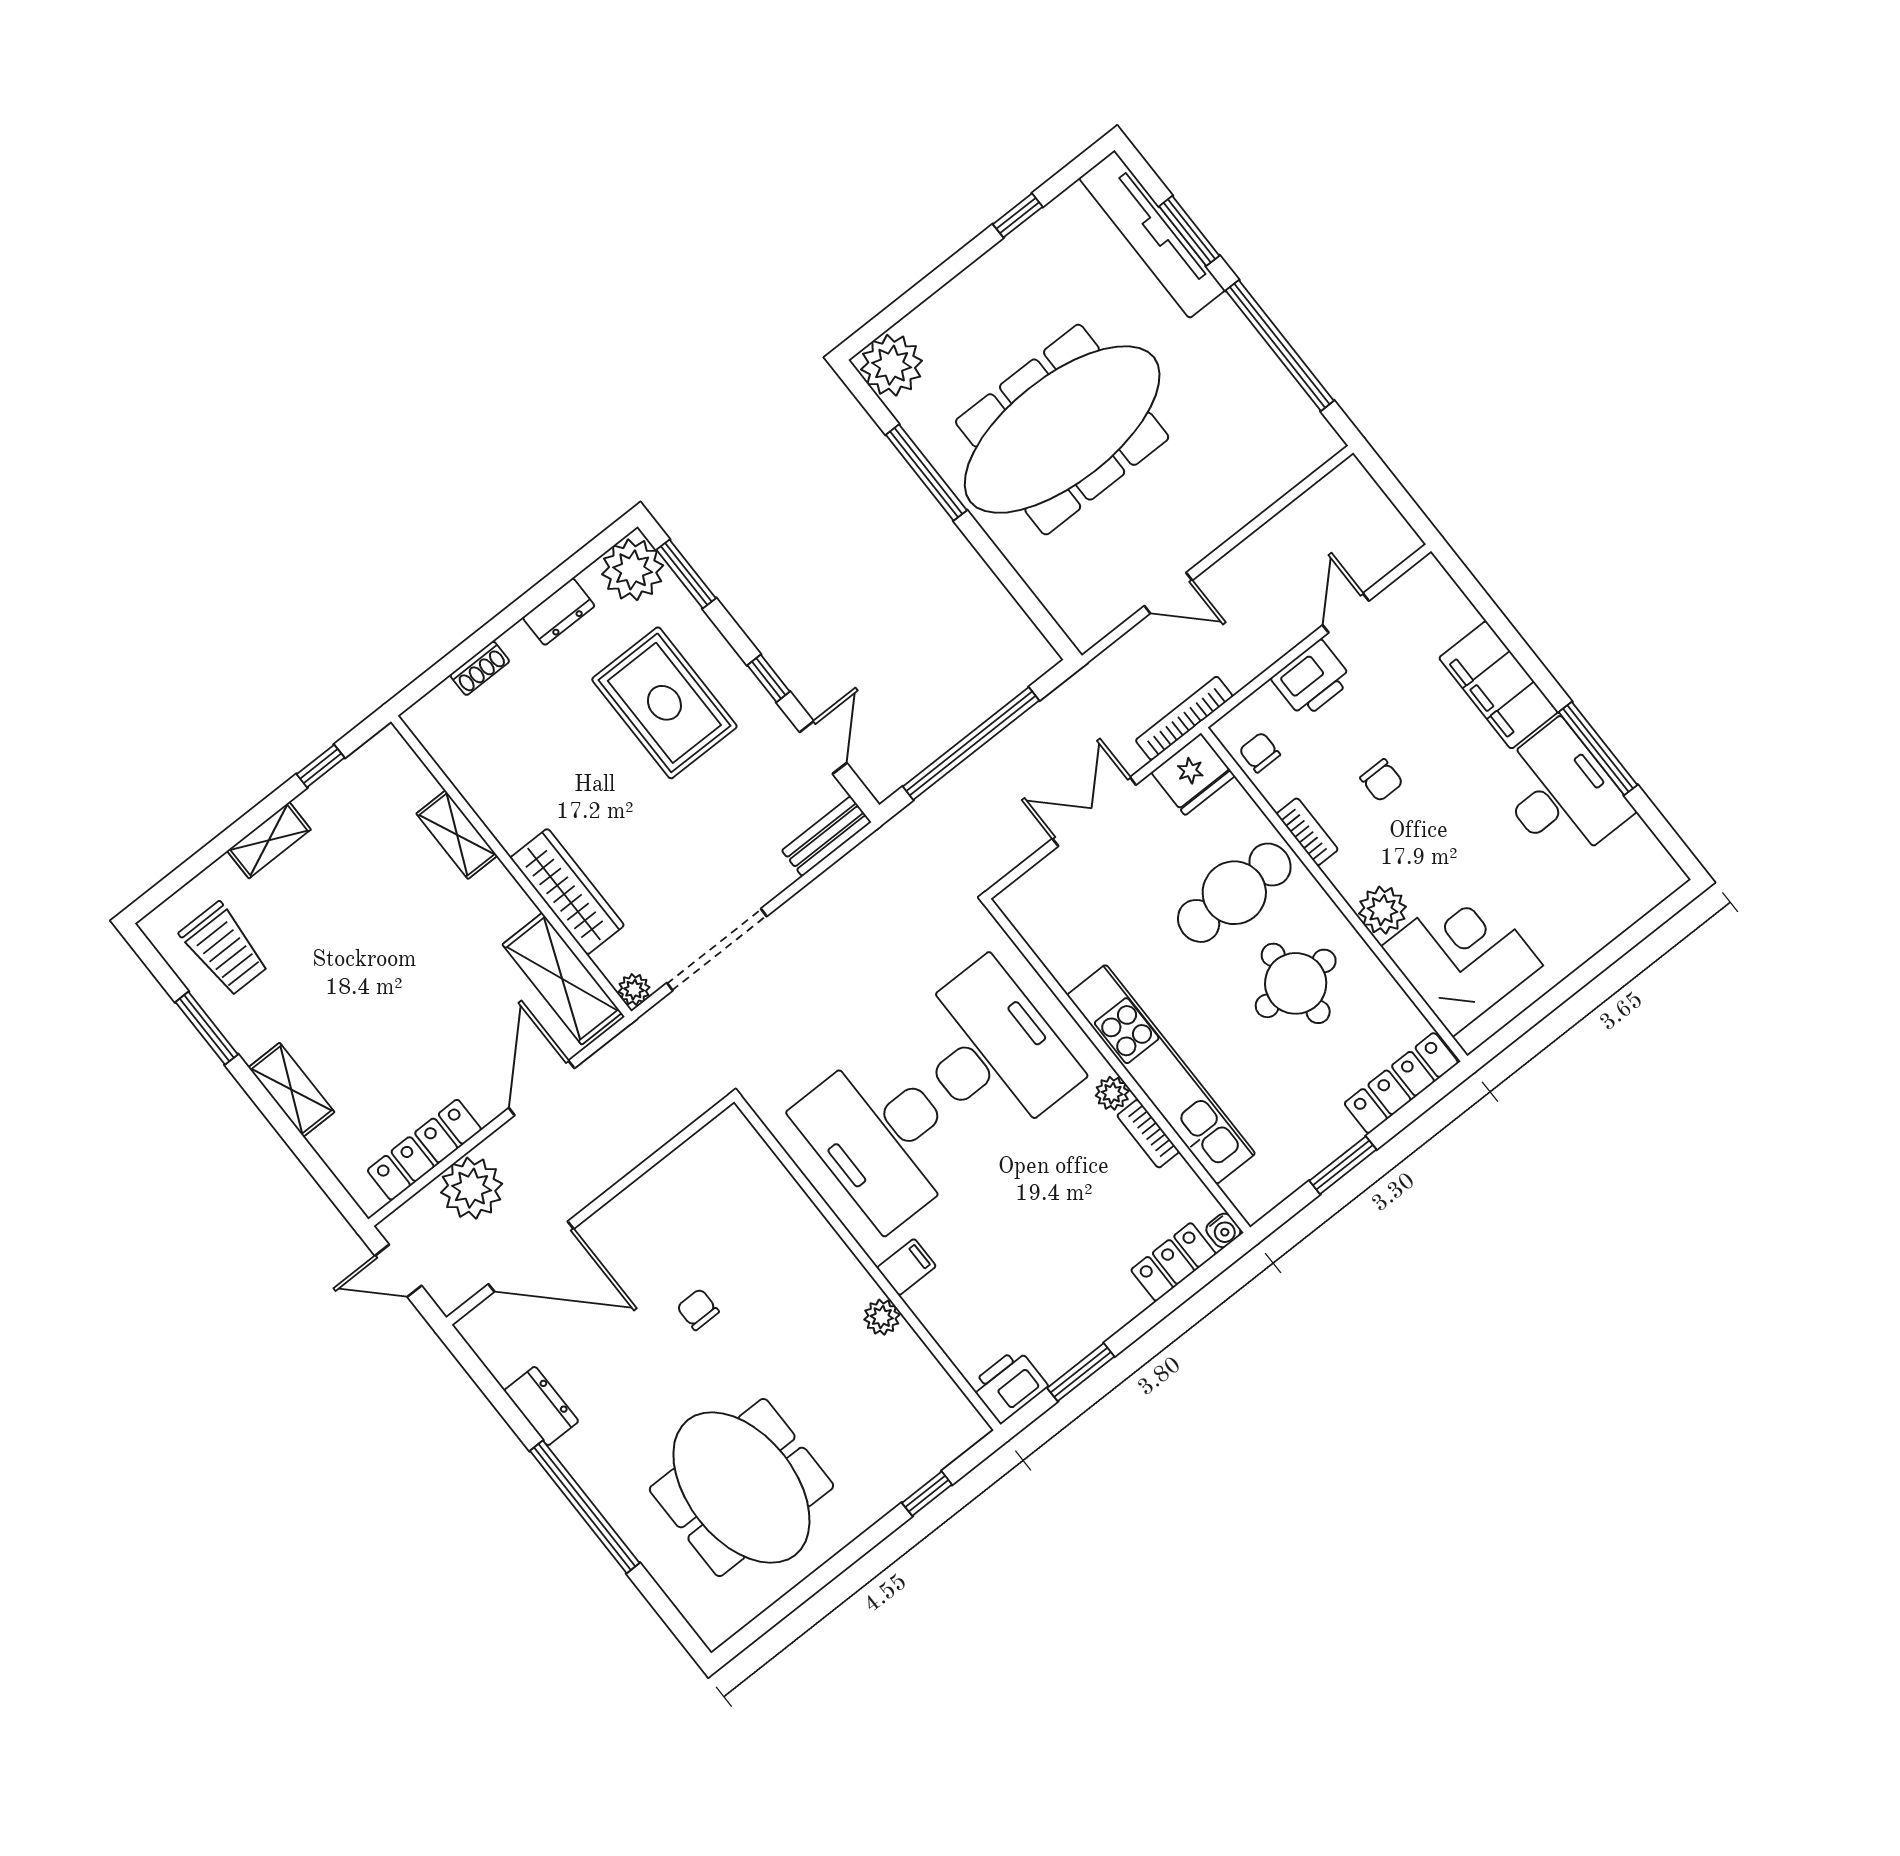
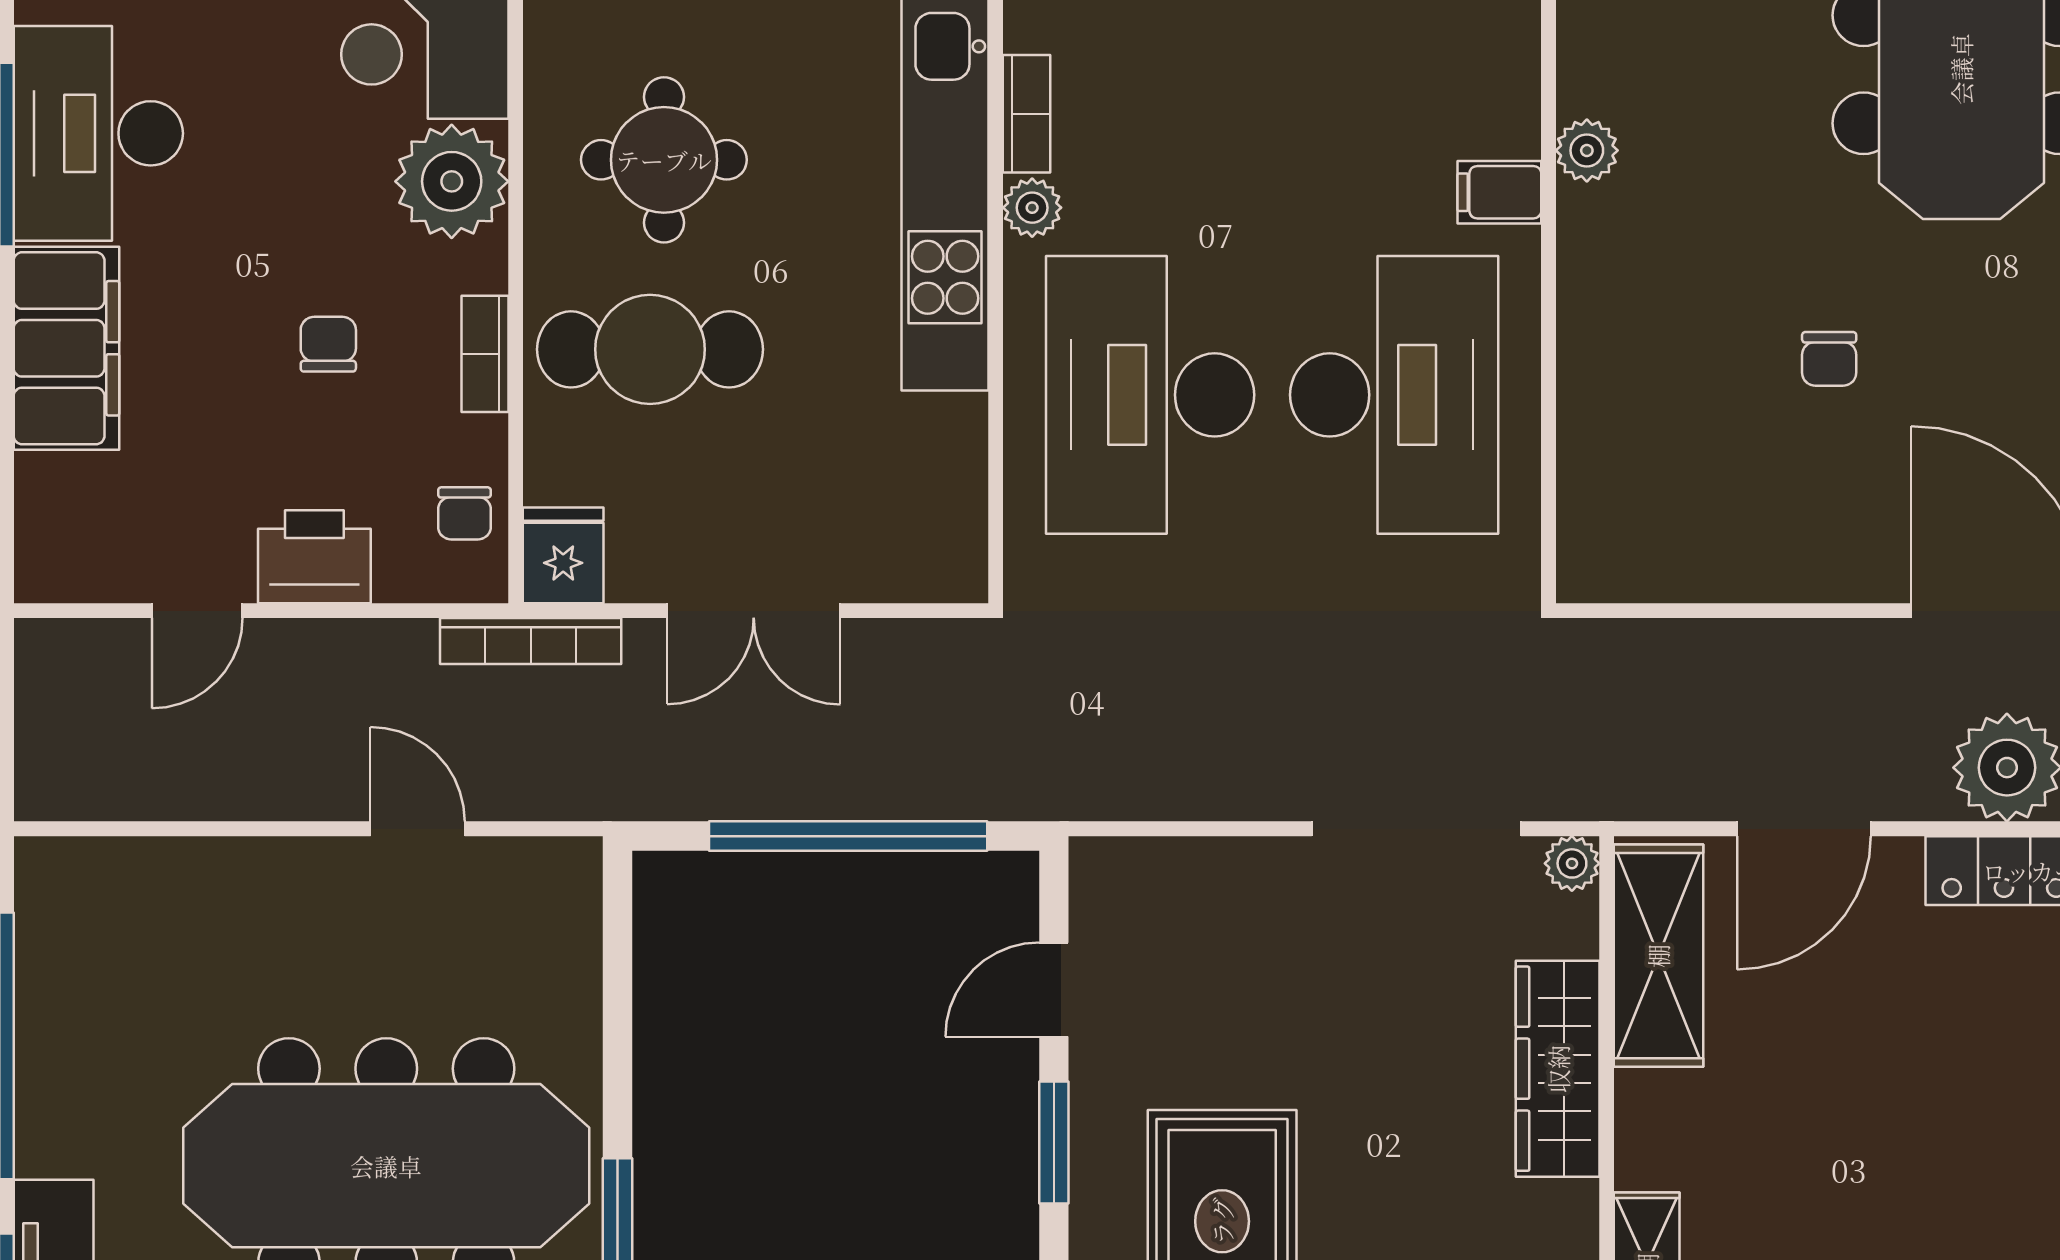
window: (769, 678) -> (1054, 1142), width x1.50
fridge: (1193, 774) -> (563, 555), width x0.72
bench: (826, 836) -> (1145, 865), removed
plant: (1382, 910) -> (452, 181), width x1.36, depth x1.36

